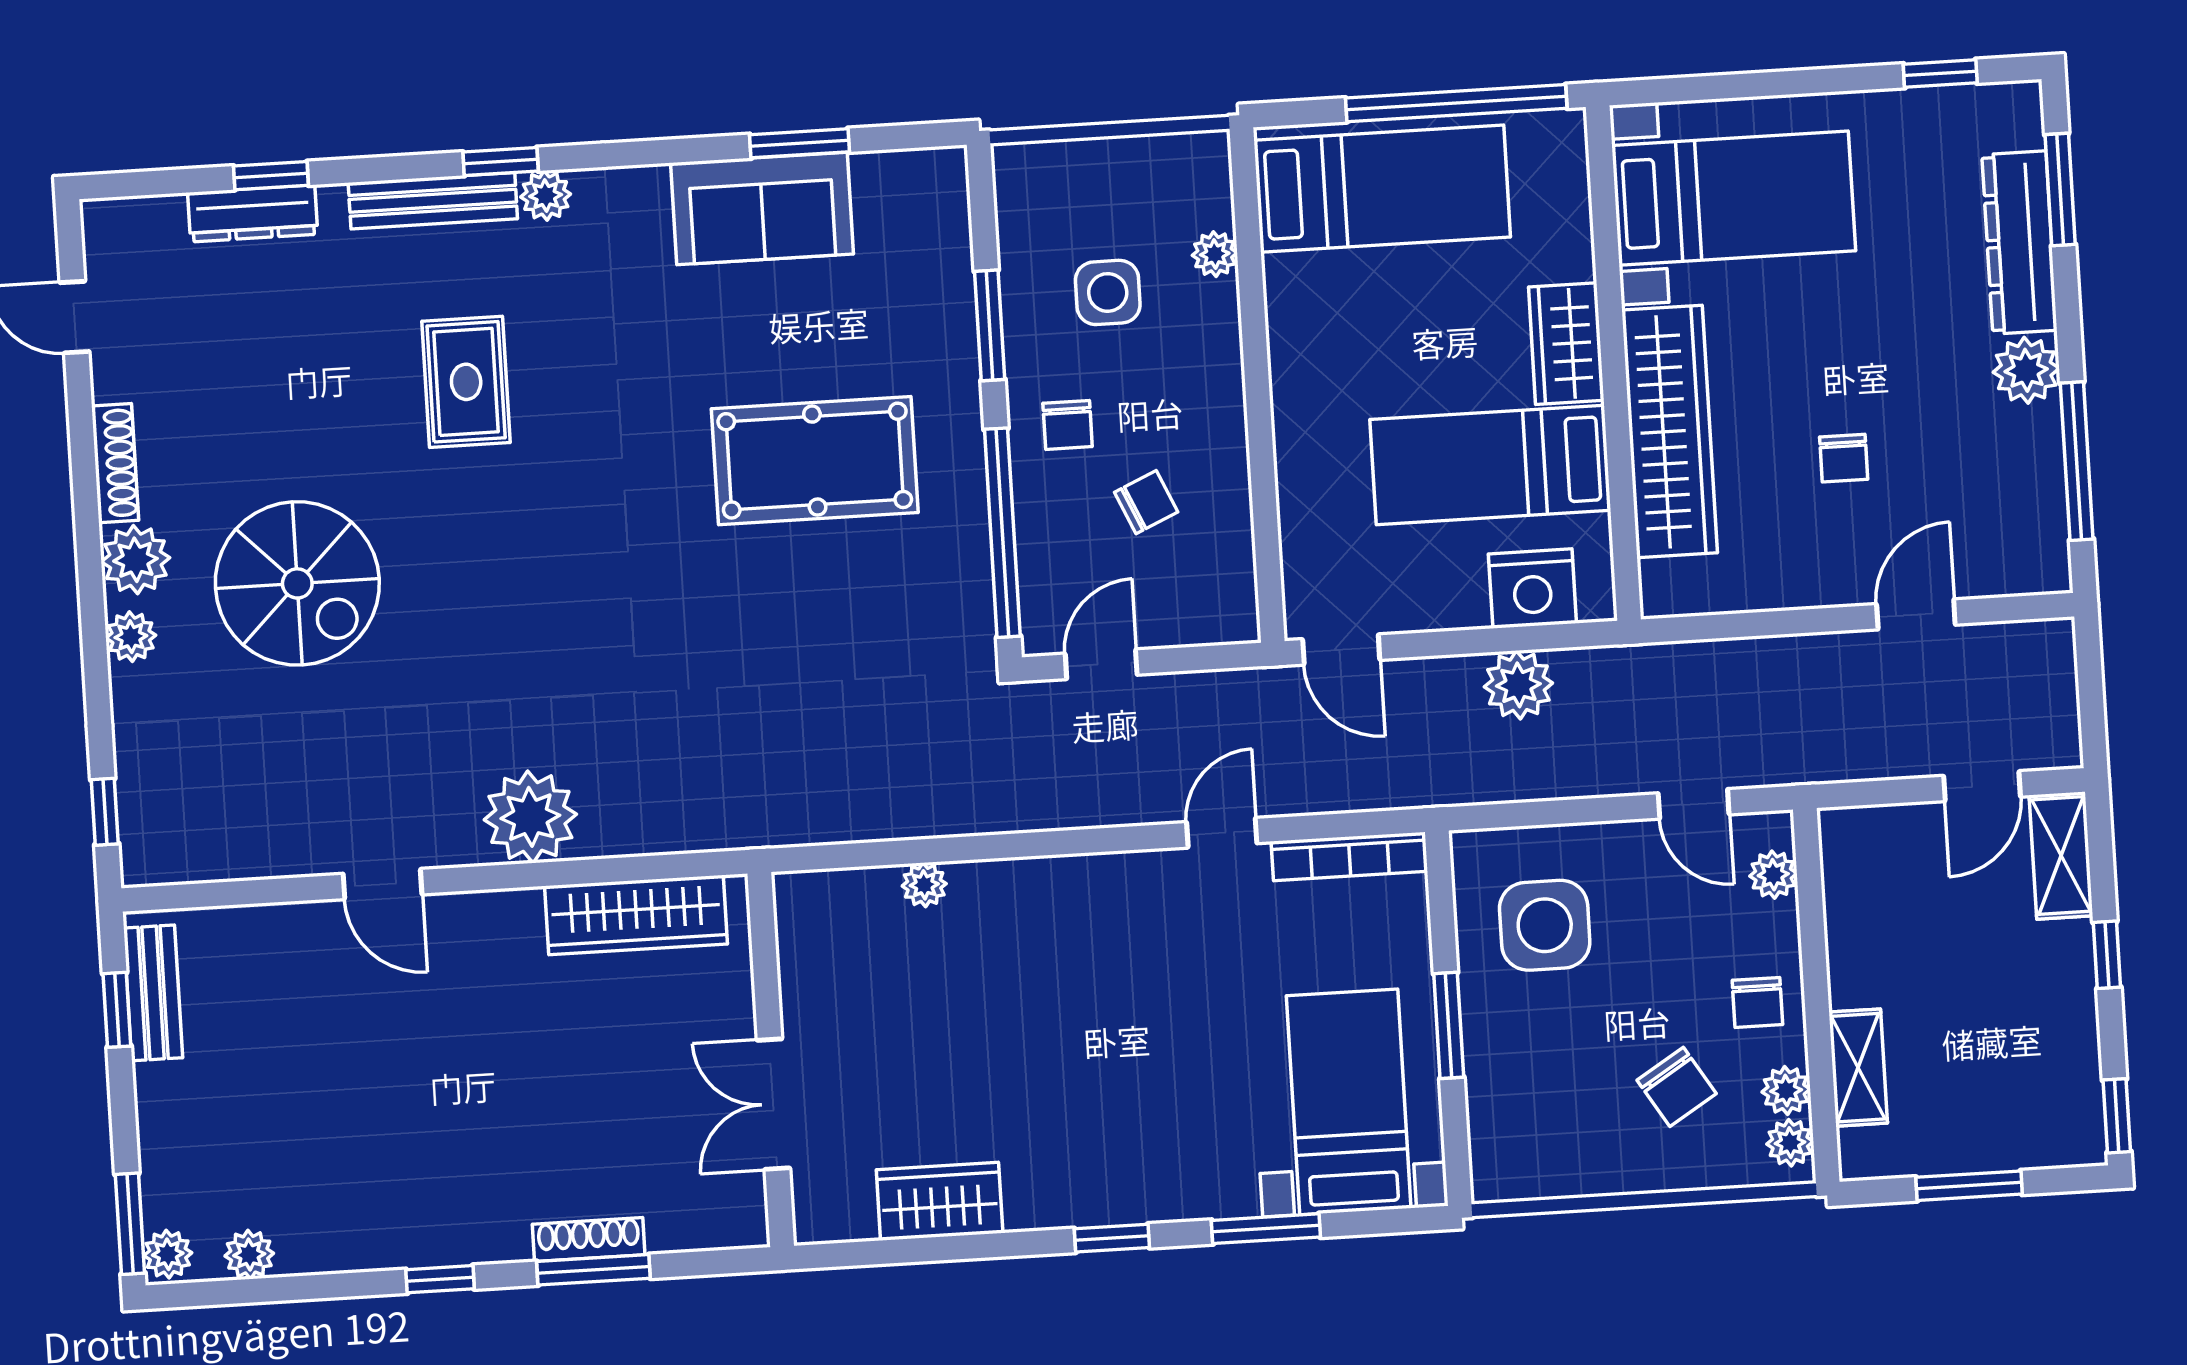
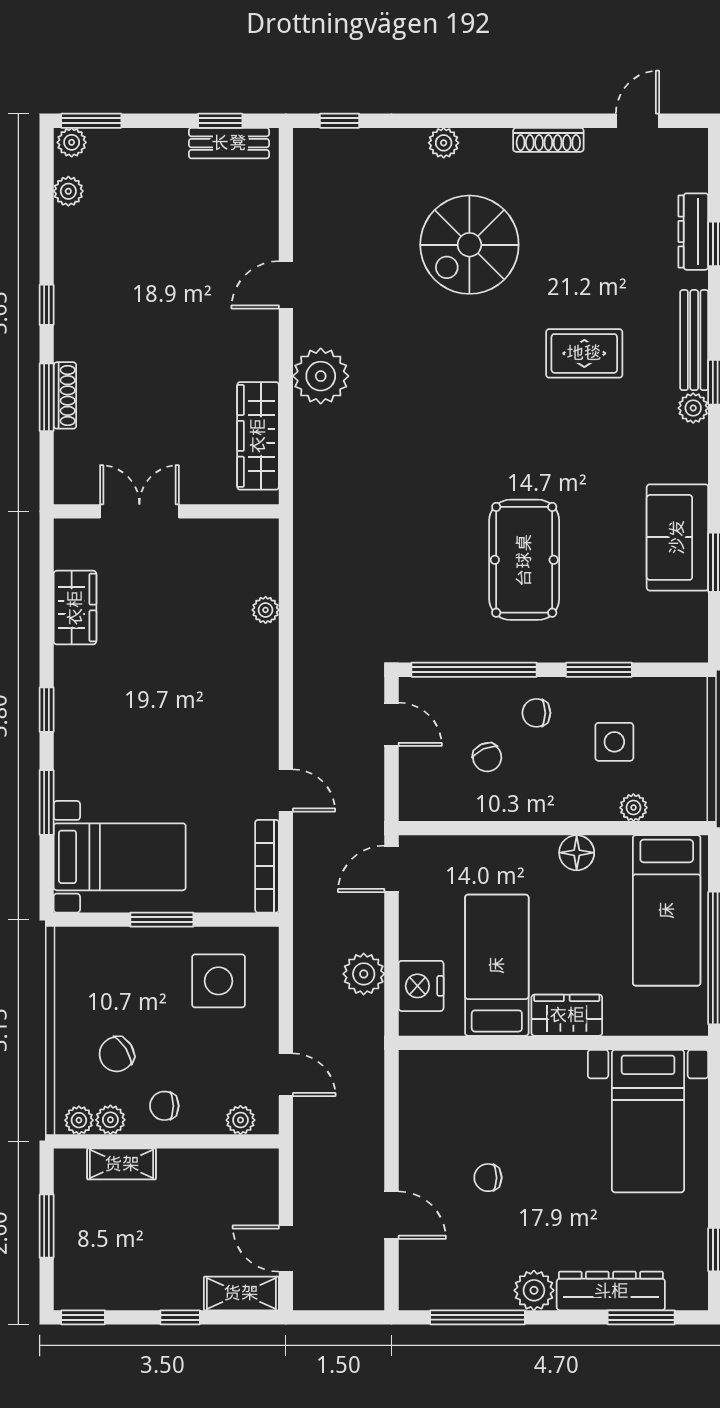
floor lamp: (1296, 344) -> (577, 853), added
wardrobe: (1670, 431) -> (510, 1074), removed
plant: (135, 560) -> (490, 148), removed
door: (1694, 804) -> (286, 1075), swing flipped

